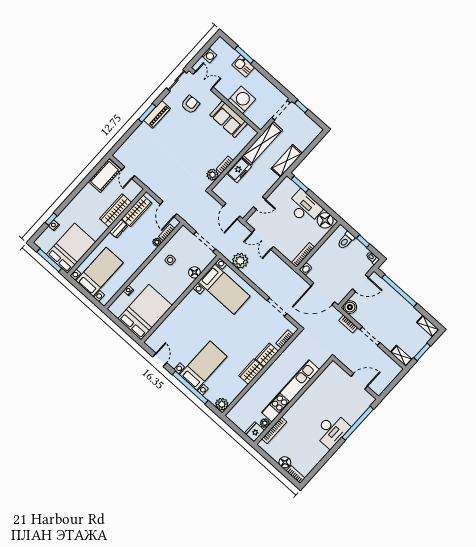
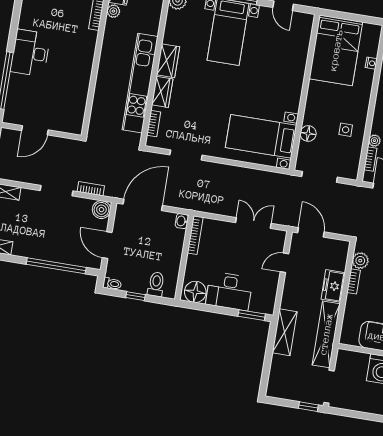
plant: (240, 261) -> (264, 181), removed
door: (360, 283) -> (107, 245), hinge flipped
kitchen unit: (290, 391) -> (140, 83), moved, turned 180

